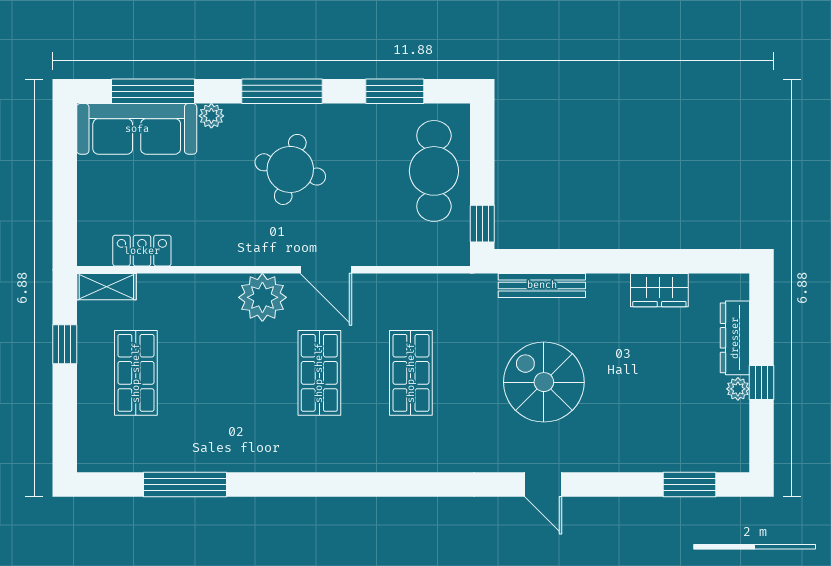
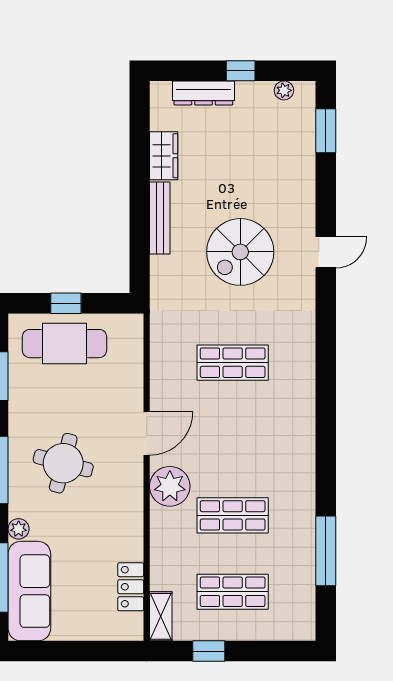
window: (482, 224) -> (66, 303), moved
bench: (542, 285) -> (160, 218), moved
shop shelf: (319, 373) -> (233, 515), moved
plant: (738, 389) -> (284, 90), moved

